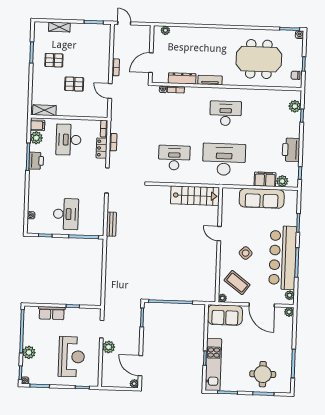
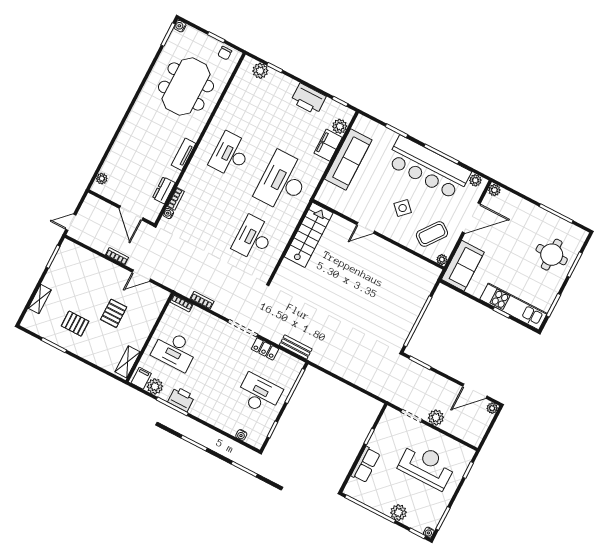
pallet: (54, 60) -> (75, 324), turned 90
dresser: (182, 78) -> (164, 190), width x0.70
locker: (102, 148) -> (265, 349), moved

